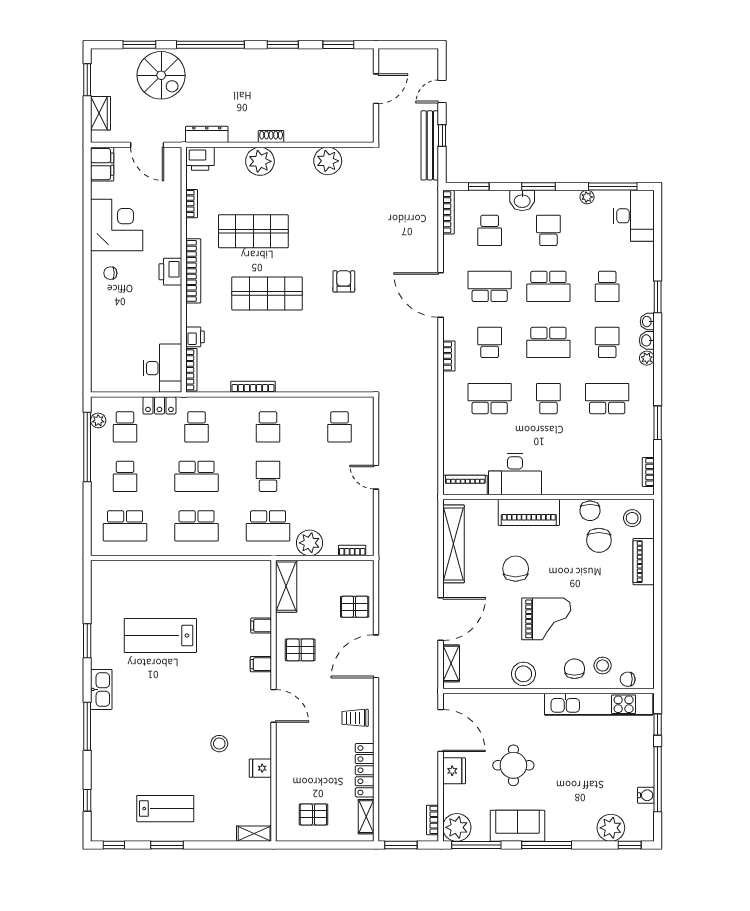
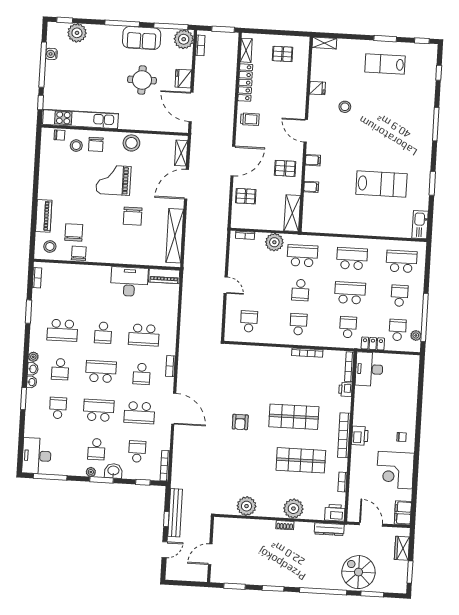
plant: (587, 197) -> (91, 472), moved
piano: (529, 512) -> (121, 255), removed
kitchen sink: (101, 689) -> (420, 225), moved

